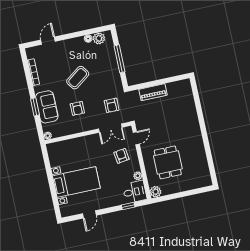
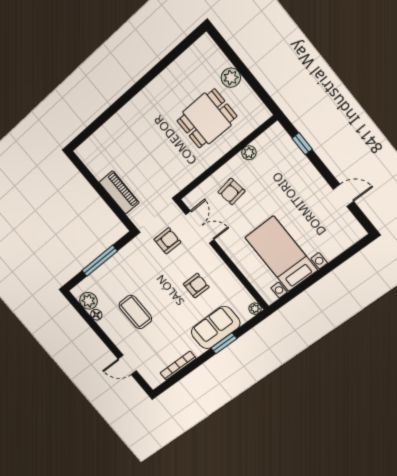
coffee table: (78, 78) -> (135, 312), moved, turned 36
door: (136, 138) -> (195, 183), removed
bed with nightstands: (76, 182) -> (281, 254), moved
desk: (135, 192) -> (275, 145), removed
plant: (156, 192) -> (231, 78), moved

